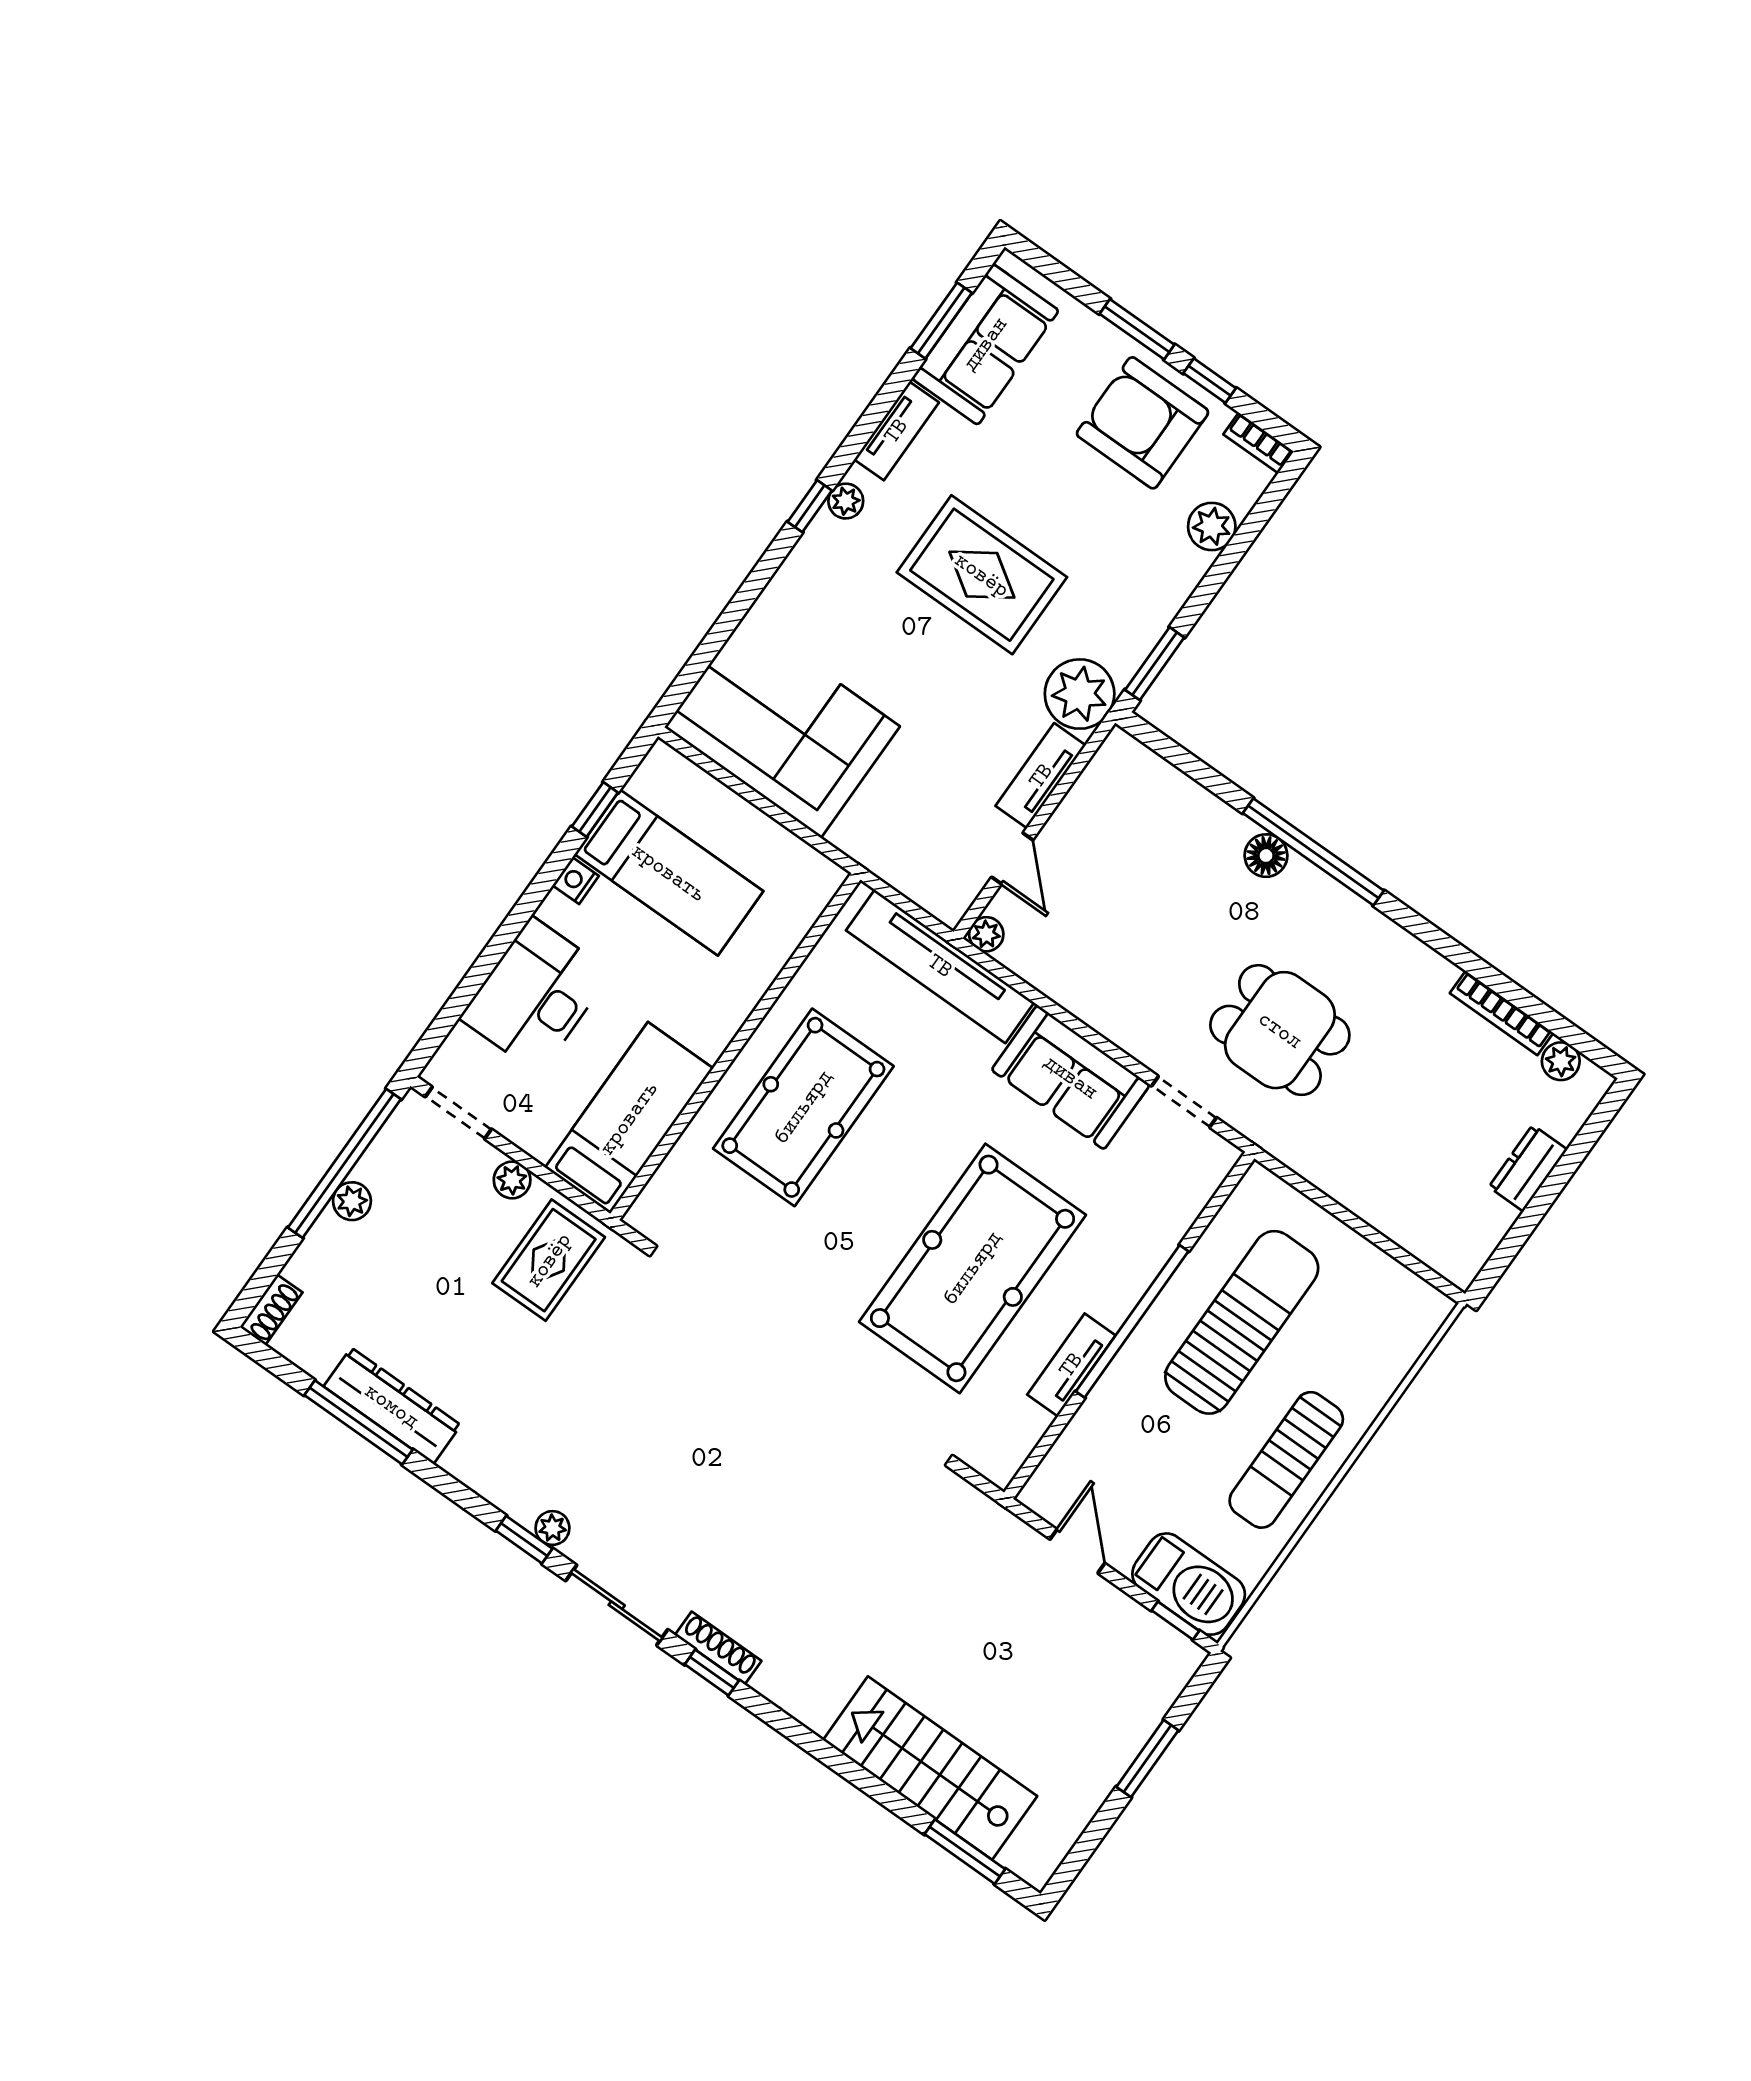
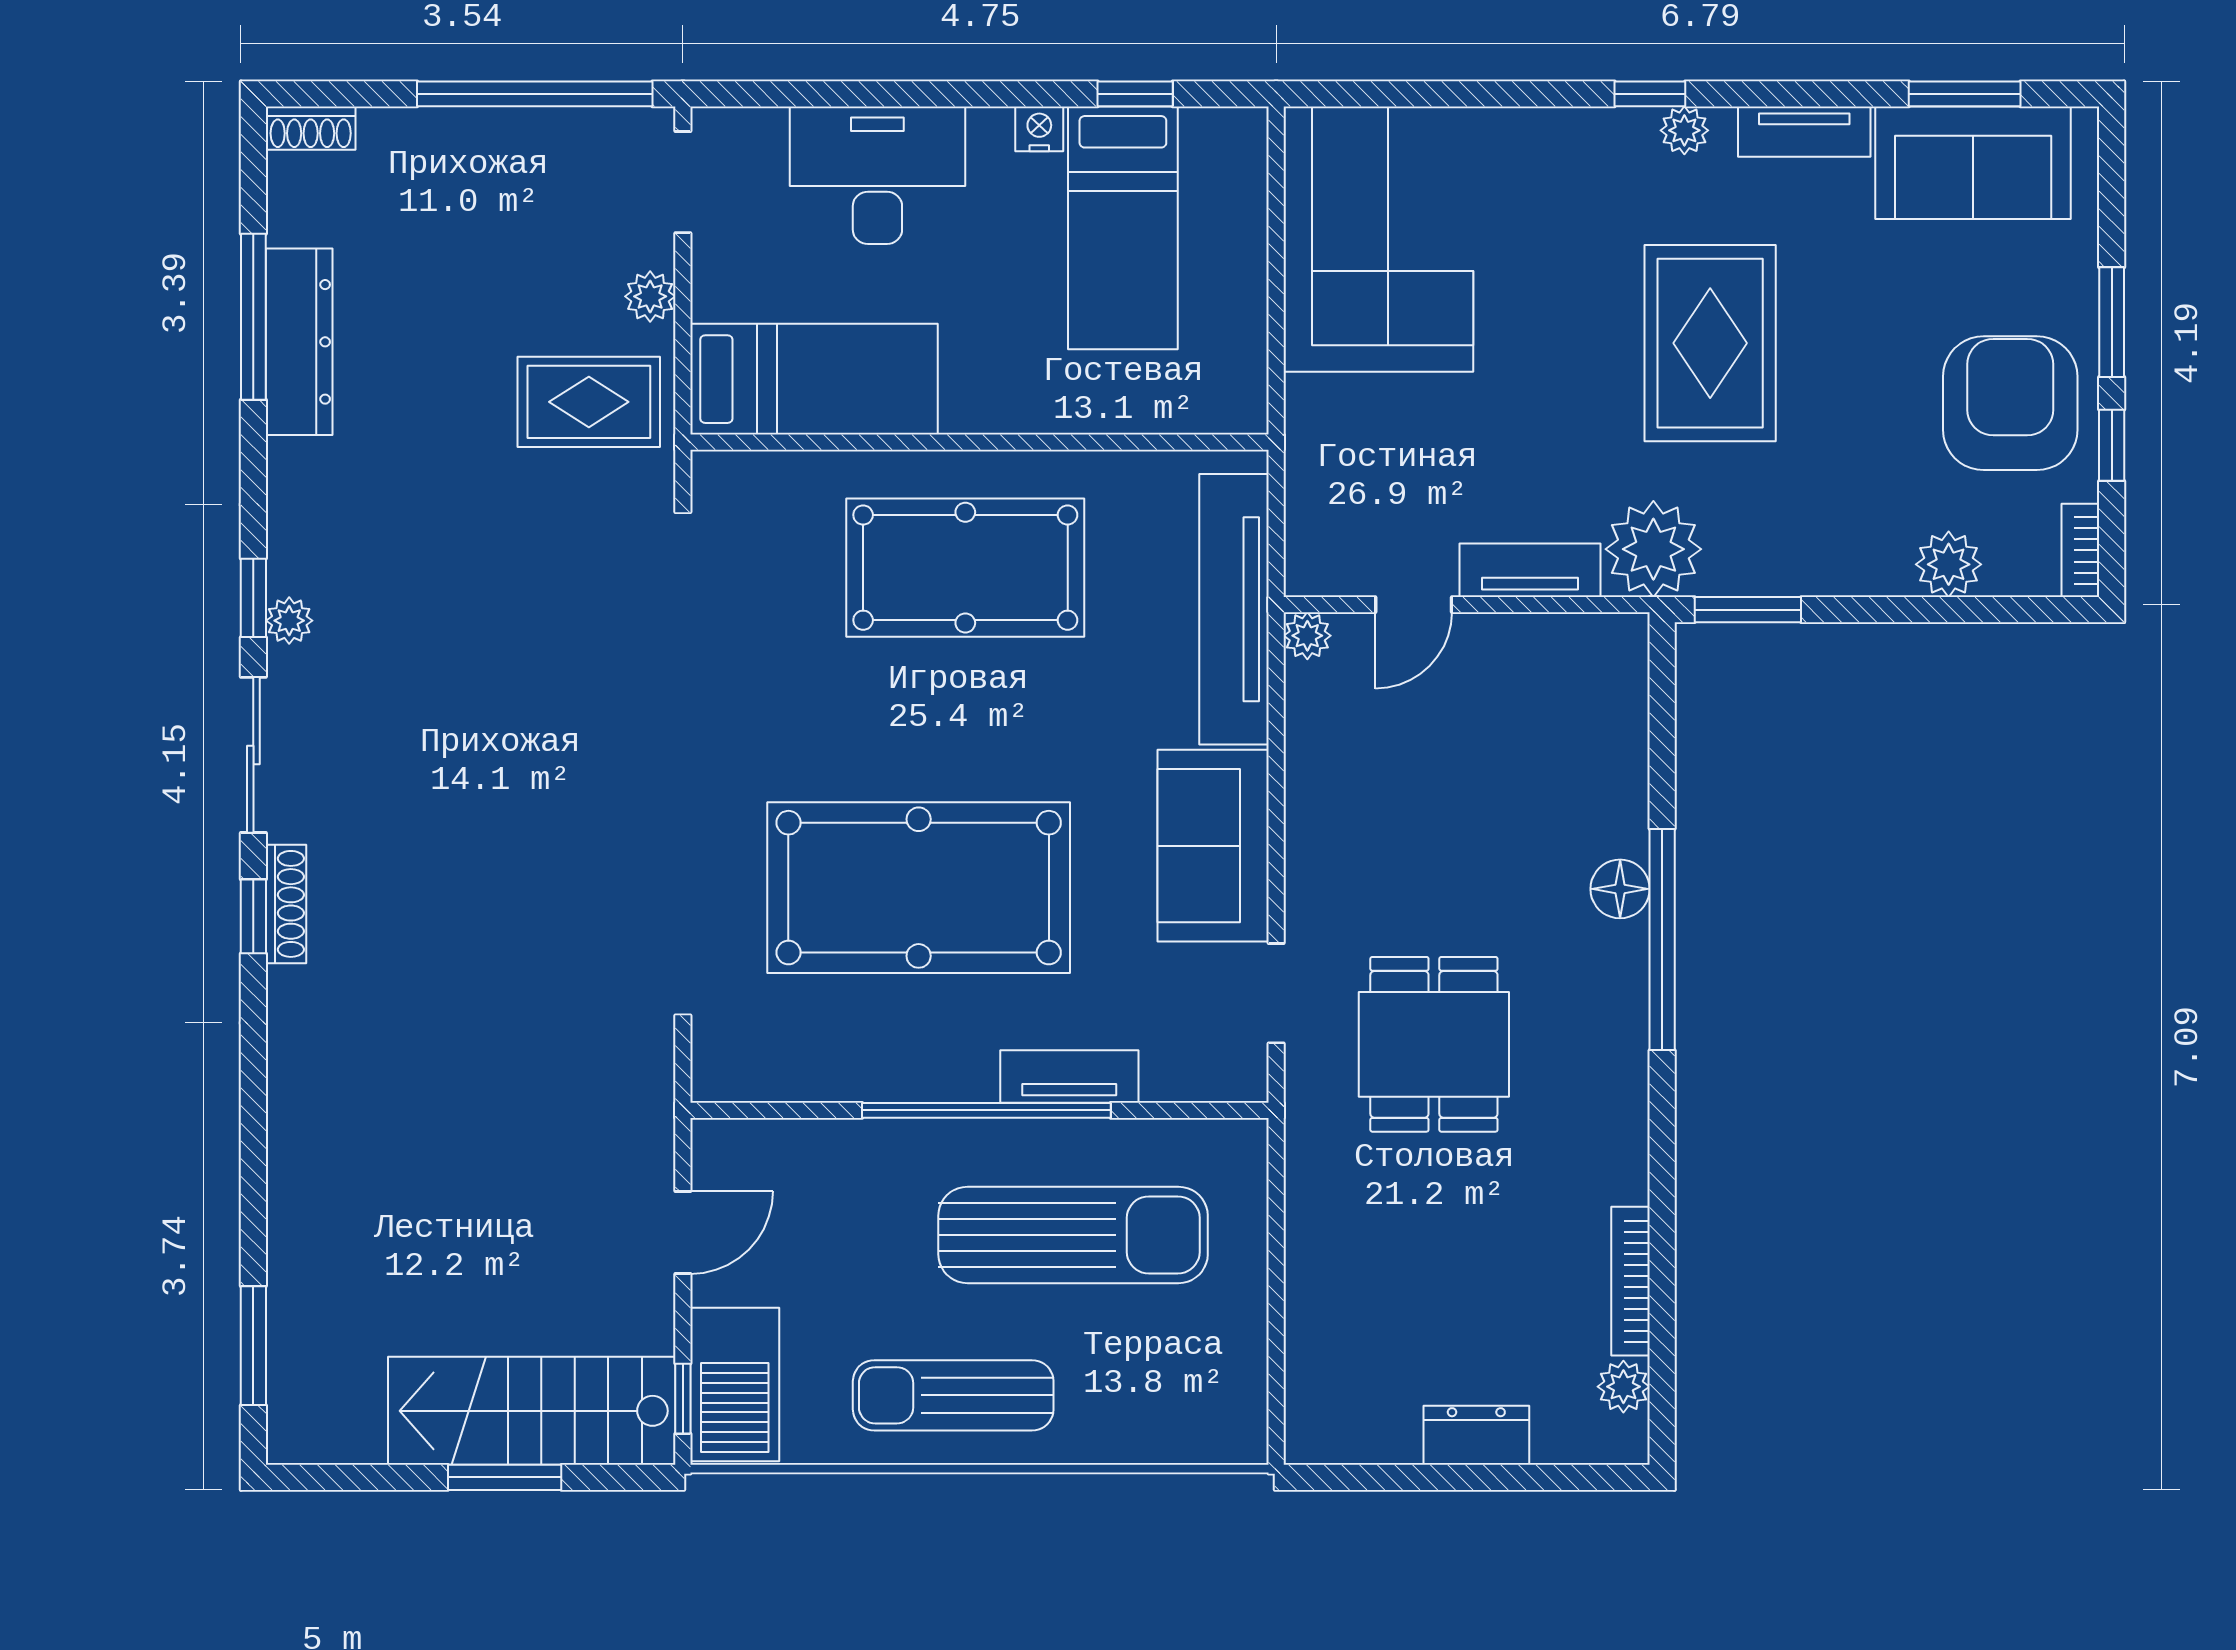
plant: (352, 1201) -> (498, 132), removed
tv unit: (1071, 1365) -> (1069, 1077), moved
stairs: (930, 1768) -> (532, 1411), moved, turned -90

